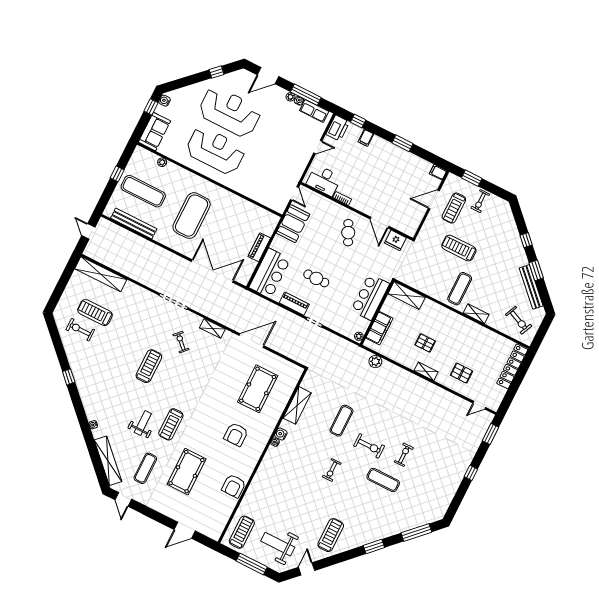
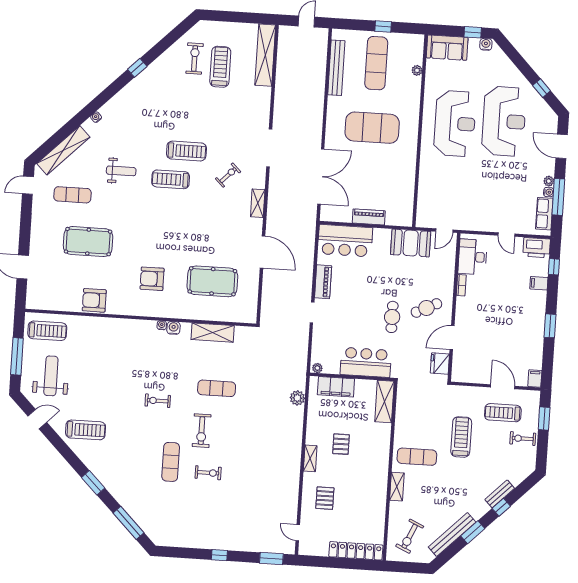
bench: (515, 237) -> (500, 494), added
cafe table: (316, 278) -> (392, 317), moved
treadmill: (171, 424) -> (171, 179), moved

